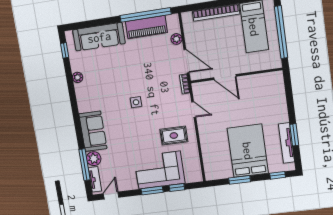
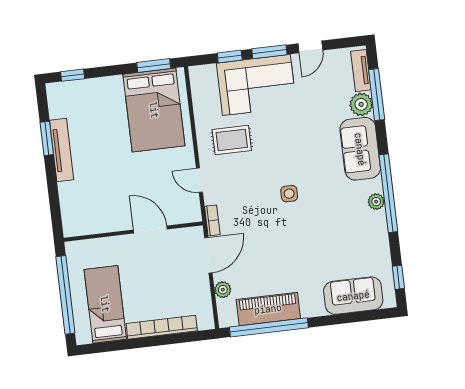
sofa: (99, 37) -> (353, 296), width x0.73
door: (187, 61) -> (208, 255), swing flipped
plant: (78, 77) -> (376, 202), moved
window: (74, 104) -> (388, 193), added
tv unit: (286, 143) -> (62, 150), moved
bed: (248, 151) -> (154, 110), moved
window: (240, 180) -> (154, 66), moved
door: (111, 195) -> (310, 47), moved

